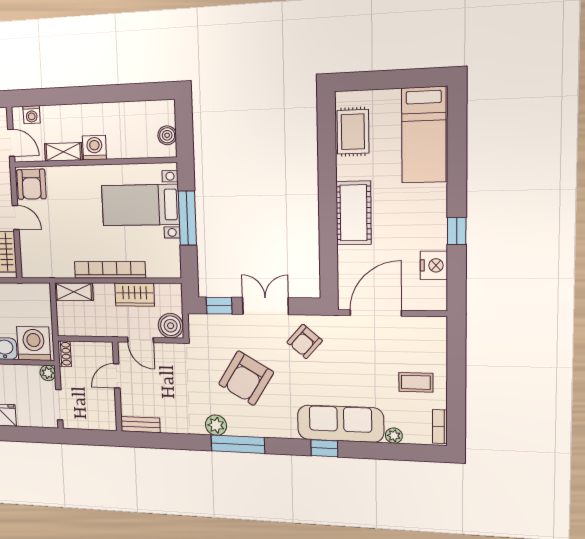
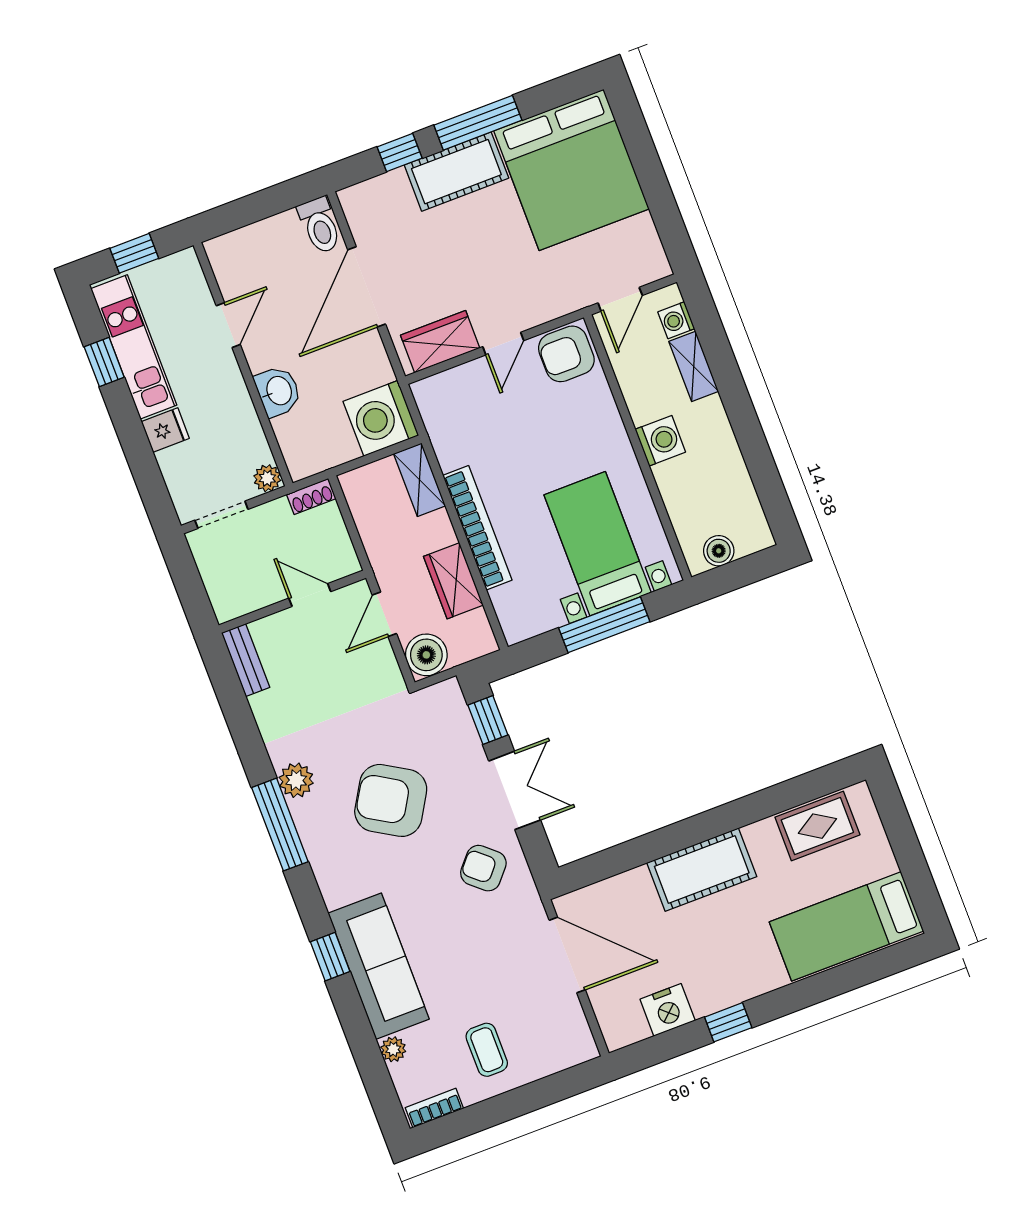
shelving: (63, 152) -> (694, 366), moved
washing machine: (34, 343) -> (381, 418), moved, turned 180

